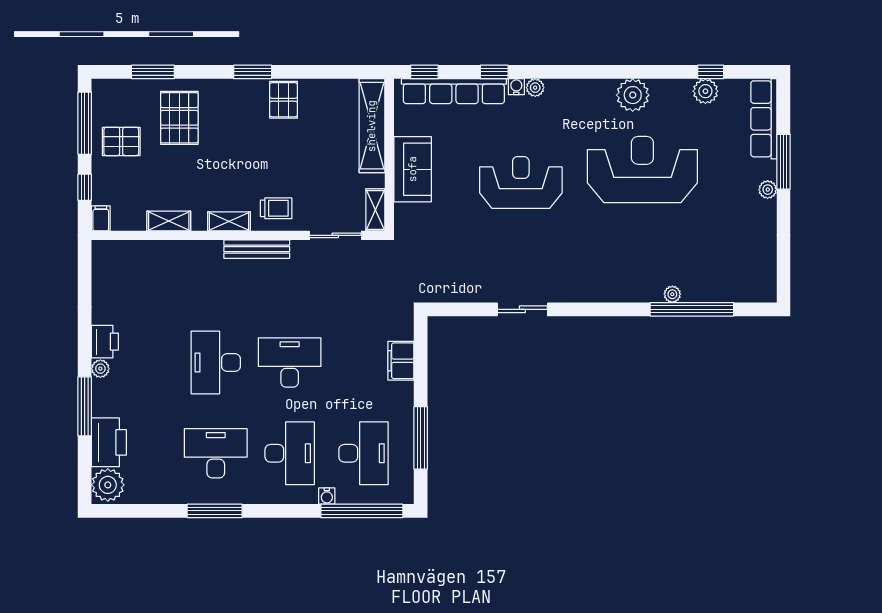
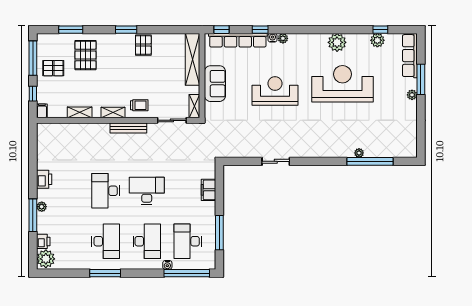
plant: (100, 369) -> (42, 207), moved
printer: (109, 442) -> (43, 241), width x0.53, depth x0.68
desk: (216, 453) -> (106, 241), turned 90
desk: (364, 453) -> (188, 241), turned 180

